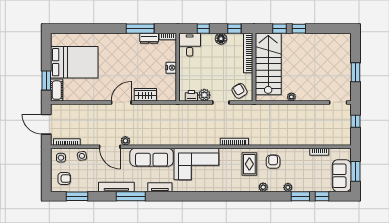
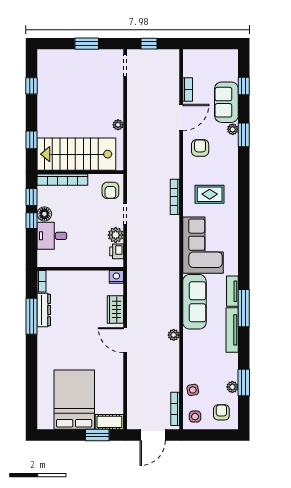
window: (203, 29) -> (32, 221), moved
window: (299, 29) -> (32, 86), moved
dresser: (149, 38) -> (44, 310), width x1.44
desk: (190, 45) -> (52, 236), moved
nightstand: (171, 68) -> (116, 277), moved
armchair: (240, 91) -> (110, 190), turned -59
door: (110, 147) -> (181, 118), moved
armchair: (273, 162) -> (200, 148), turned 90
rug: (249, 164) -> (210, 194), moved
window: (355, 171) -> (212, 44), removed
sofa: (342, 176) -> (226, 102), moved, turned 90
tv unit: (116, 187) -> (232, 330), moved
plant: (263, 187) -> (232, 387), moved
window: (77, 196) -> (244, 383), moved
window: (131, 196) -> (244, 308), moved
window: (300, 196) -> (244, 135), moved

